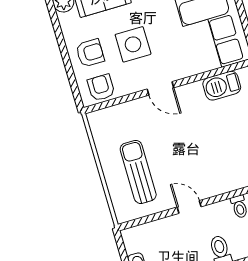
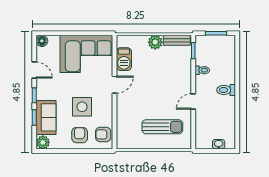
door: (160, 88) -> (114, 85), moved
sun lounger: (138, 172) -> (162, 127), turned 180

